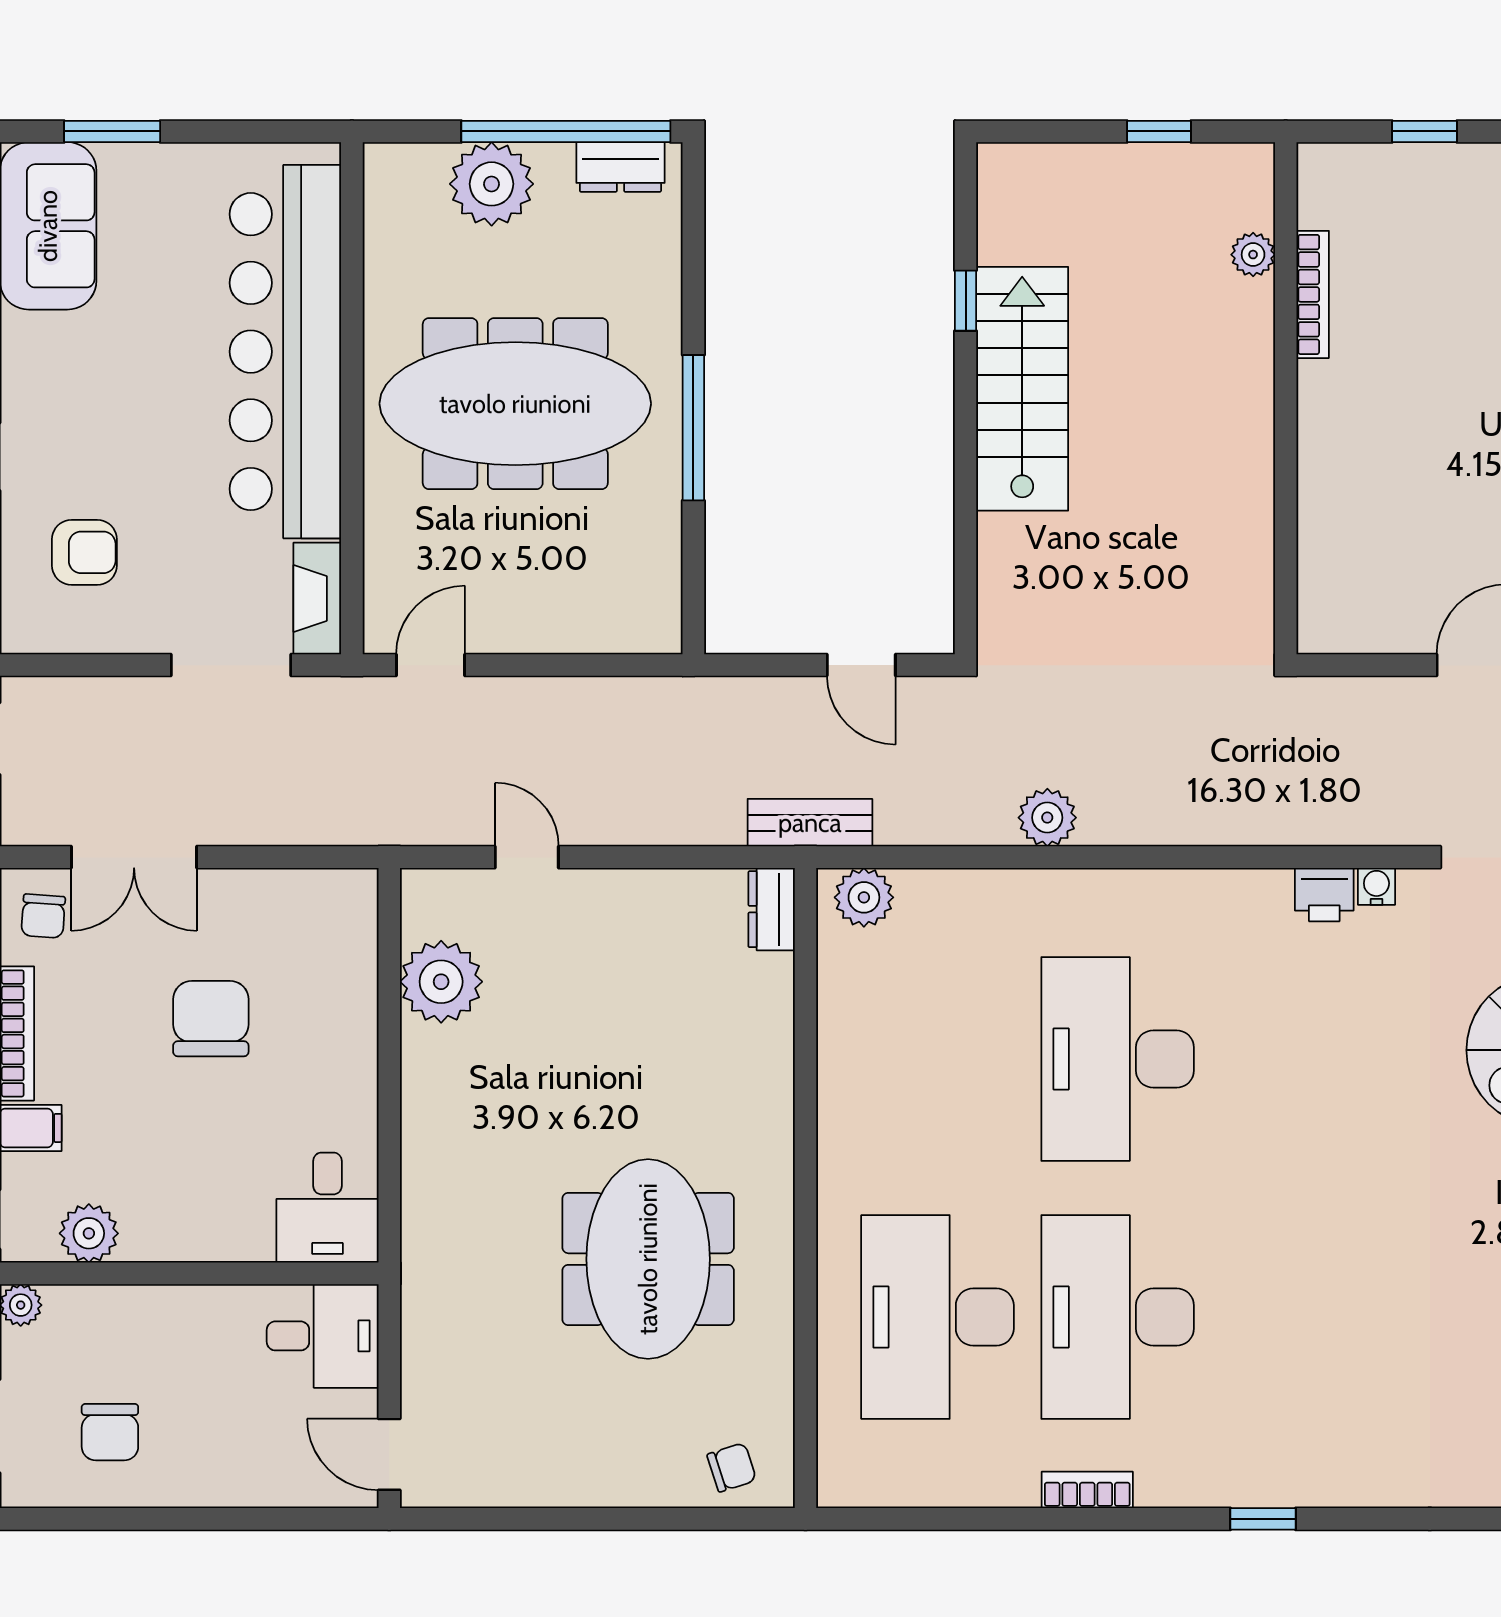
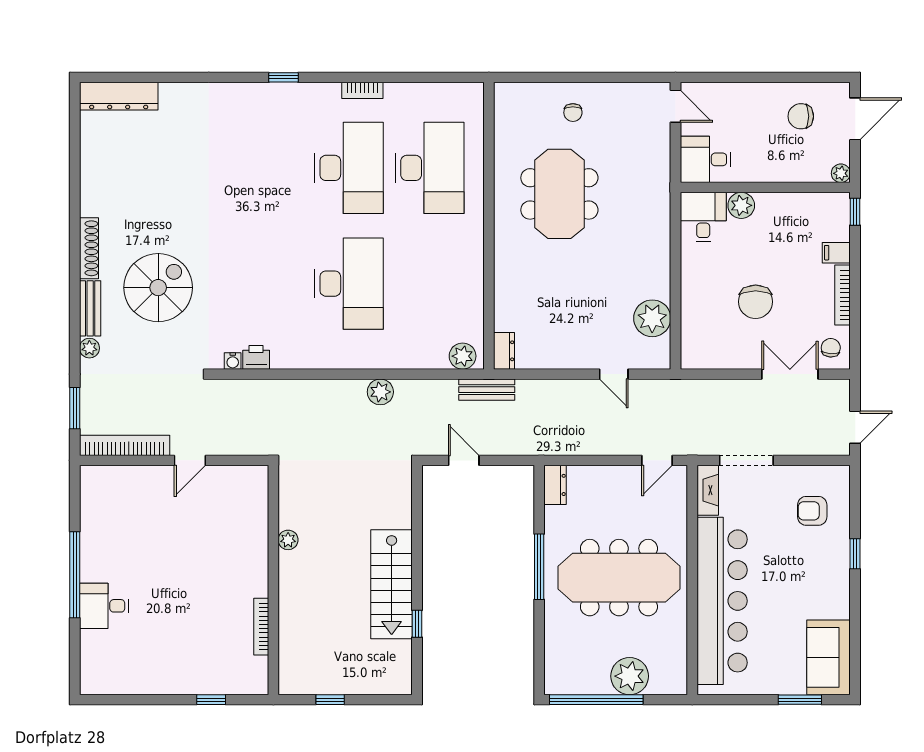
dresser: (620, 167) -> (555, 485), moved, turned 90
plant: (1253, 255) -> (288, 540), moved
plant: (89, 1233) -> (741, 205), moved
chair: (110, 1432) -> (801, 116), turned -90
chair: (732, 1467) -> (573, 113), moved, turned -72

